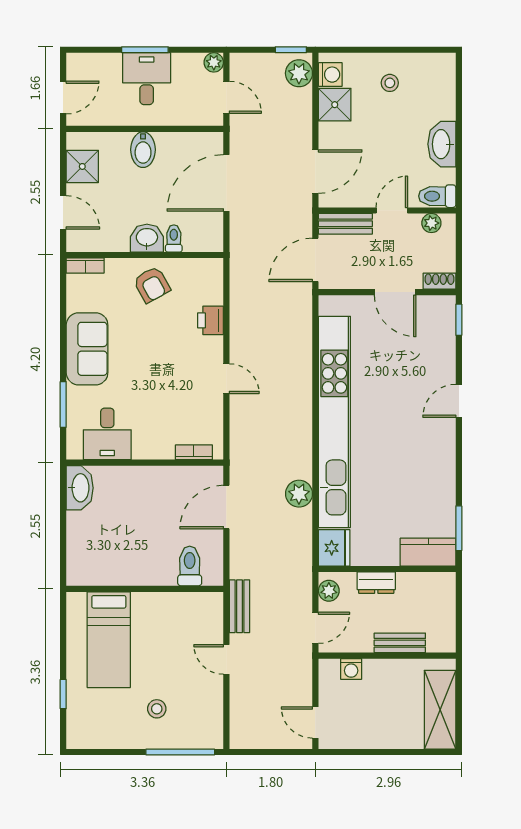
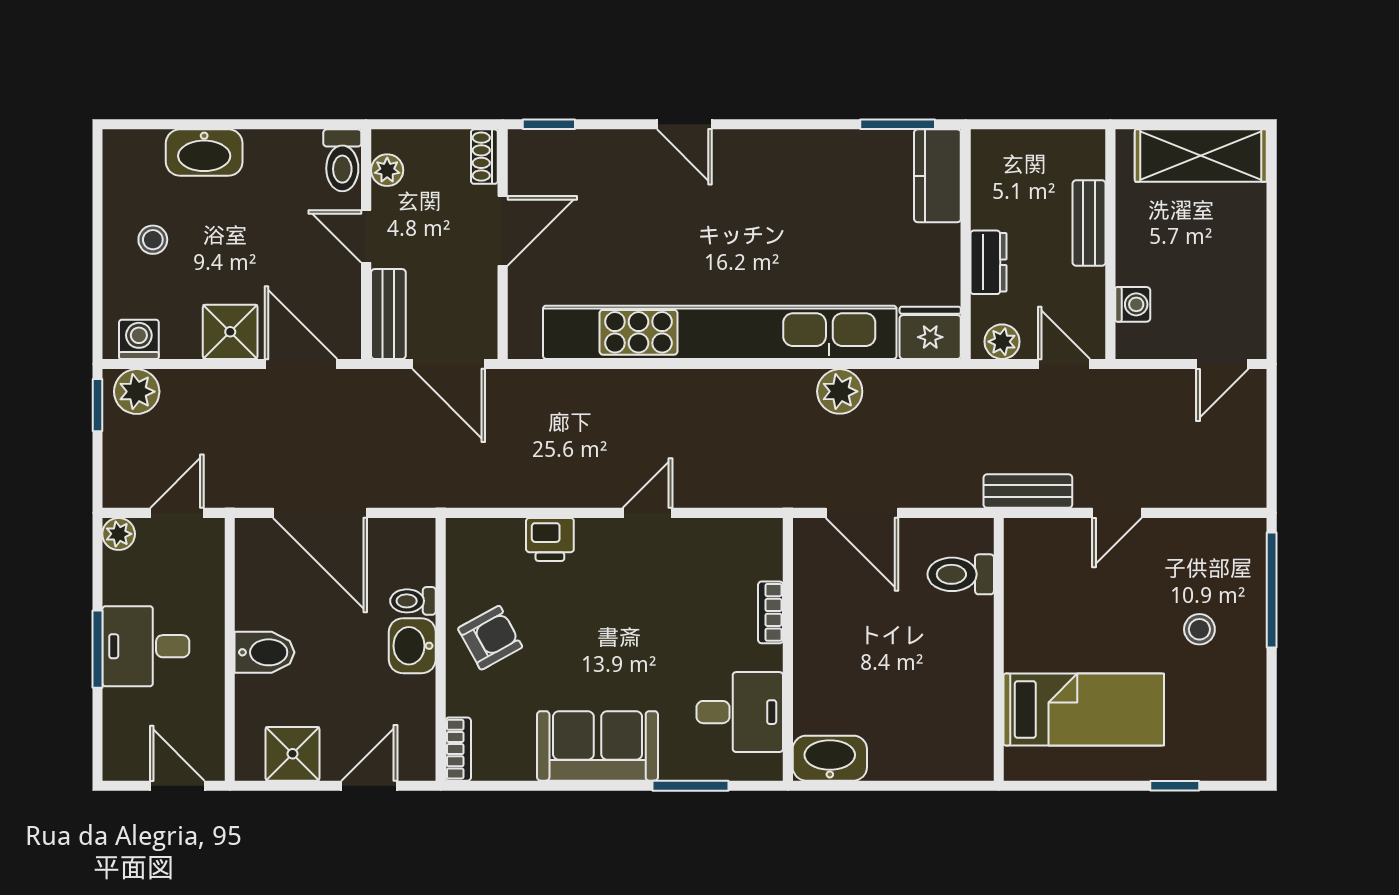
shower: (335, 105) -> (230, 332), moved
washbasin: (442, 144) -> (204, 153), moved
bookcase: (194, 452) -> (771, 612), moved

